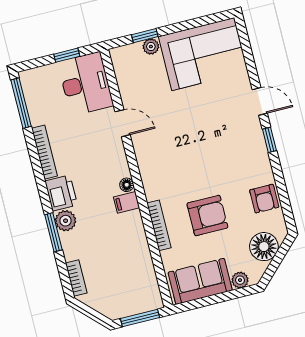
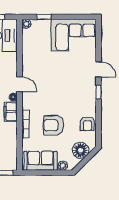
plant: (151, 47) -> (26, 24), moved
door: (123, 123) -> (19, 84), moved
filing cabinet: (127, 202) -> (11, 112), width x2.00
armchair: (207, 216) -> (54, 125), turned 180

